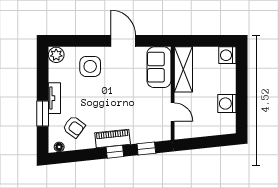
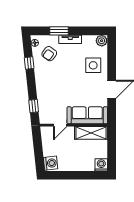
sofa: (159, 67) -> (87, 115), width x1.36
washing machine: (227, 104) -> (50, 163), moved, turned 84
piano: (113, 139) -> (41, 82), removed
window: (115, 152) -> (29, 63), moved

